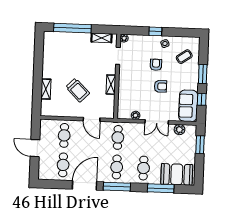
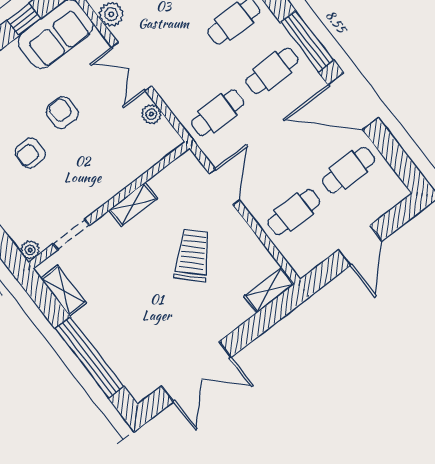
double door: (38, 59) -> (196, 372), added
shelving: (46, 89) -> (269, 290), moved
double door: (157, 122) -> (132, 67), swing flipped

